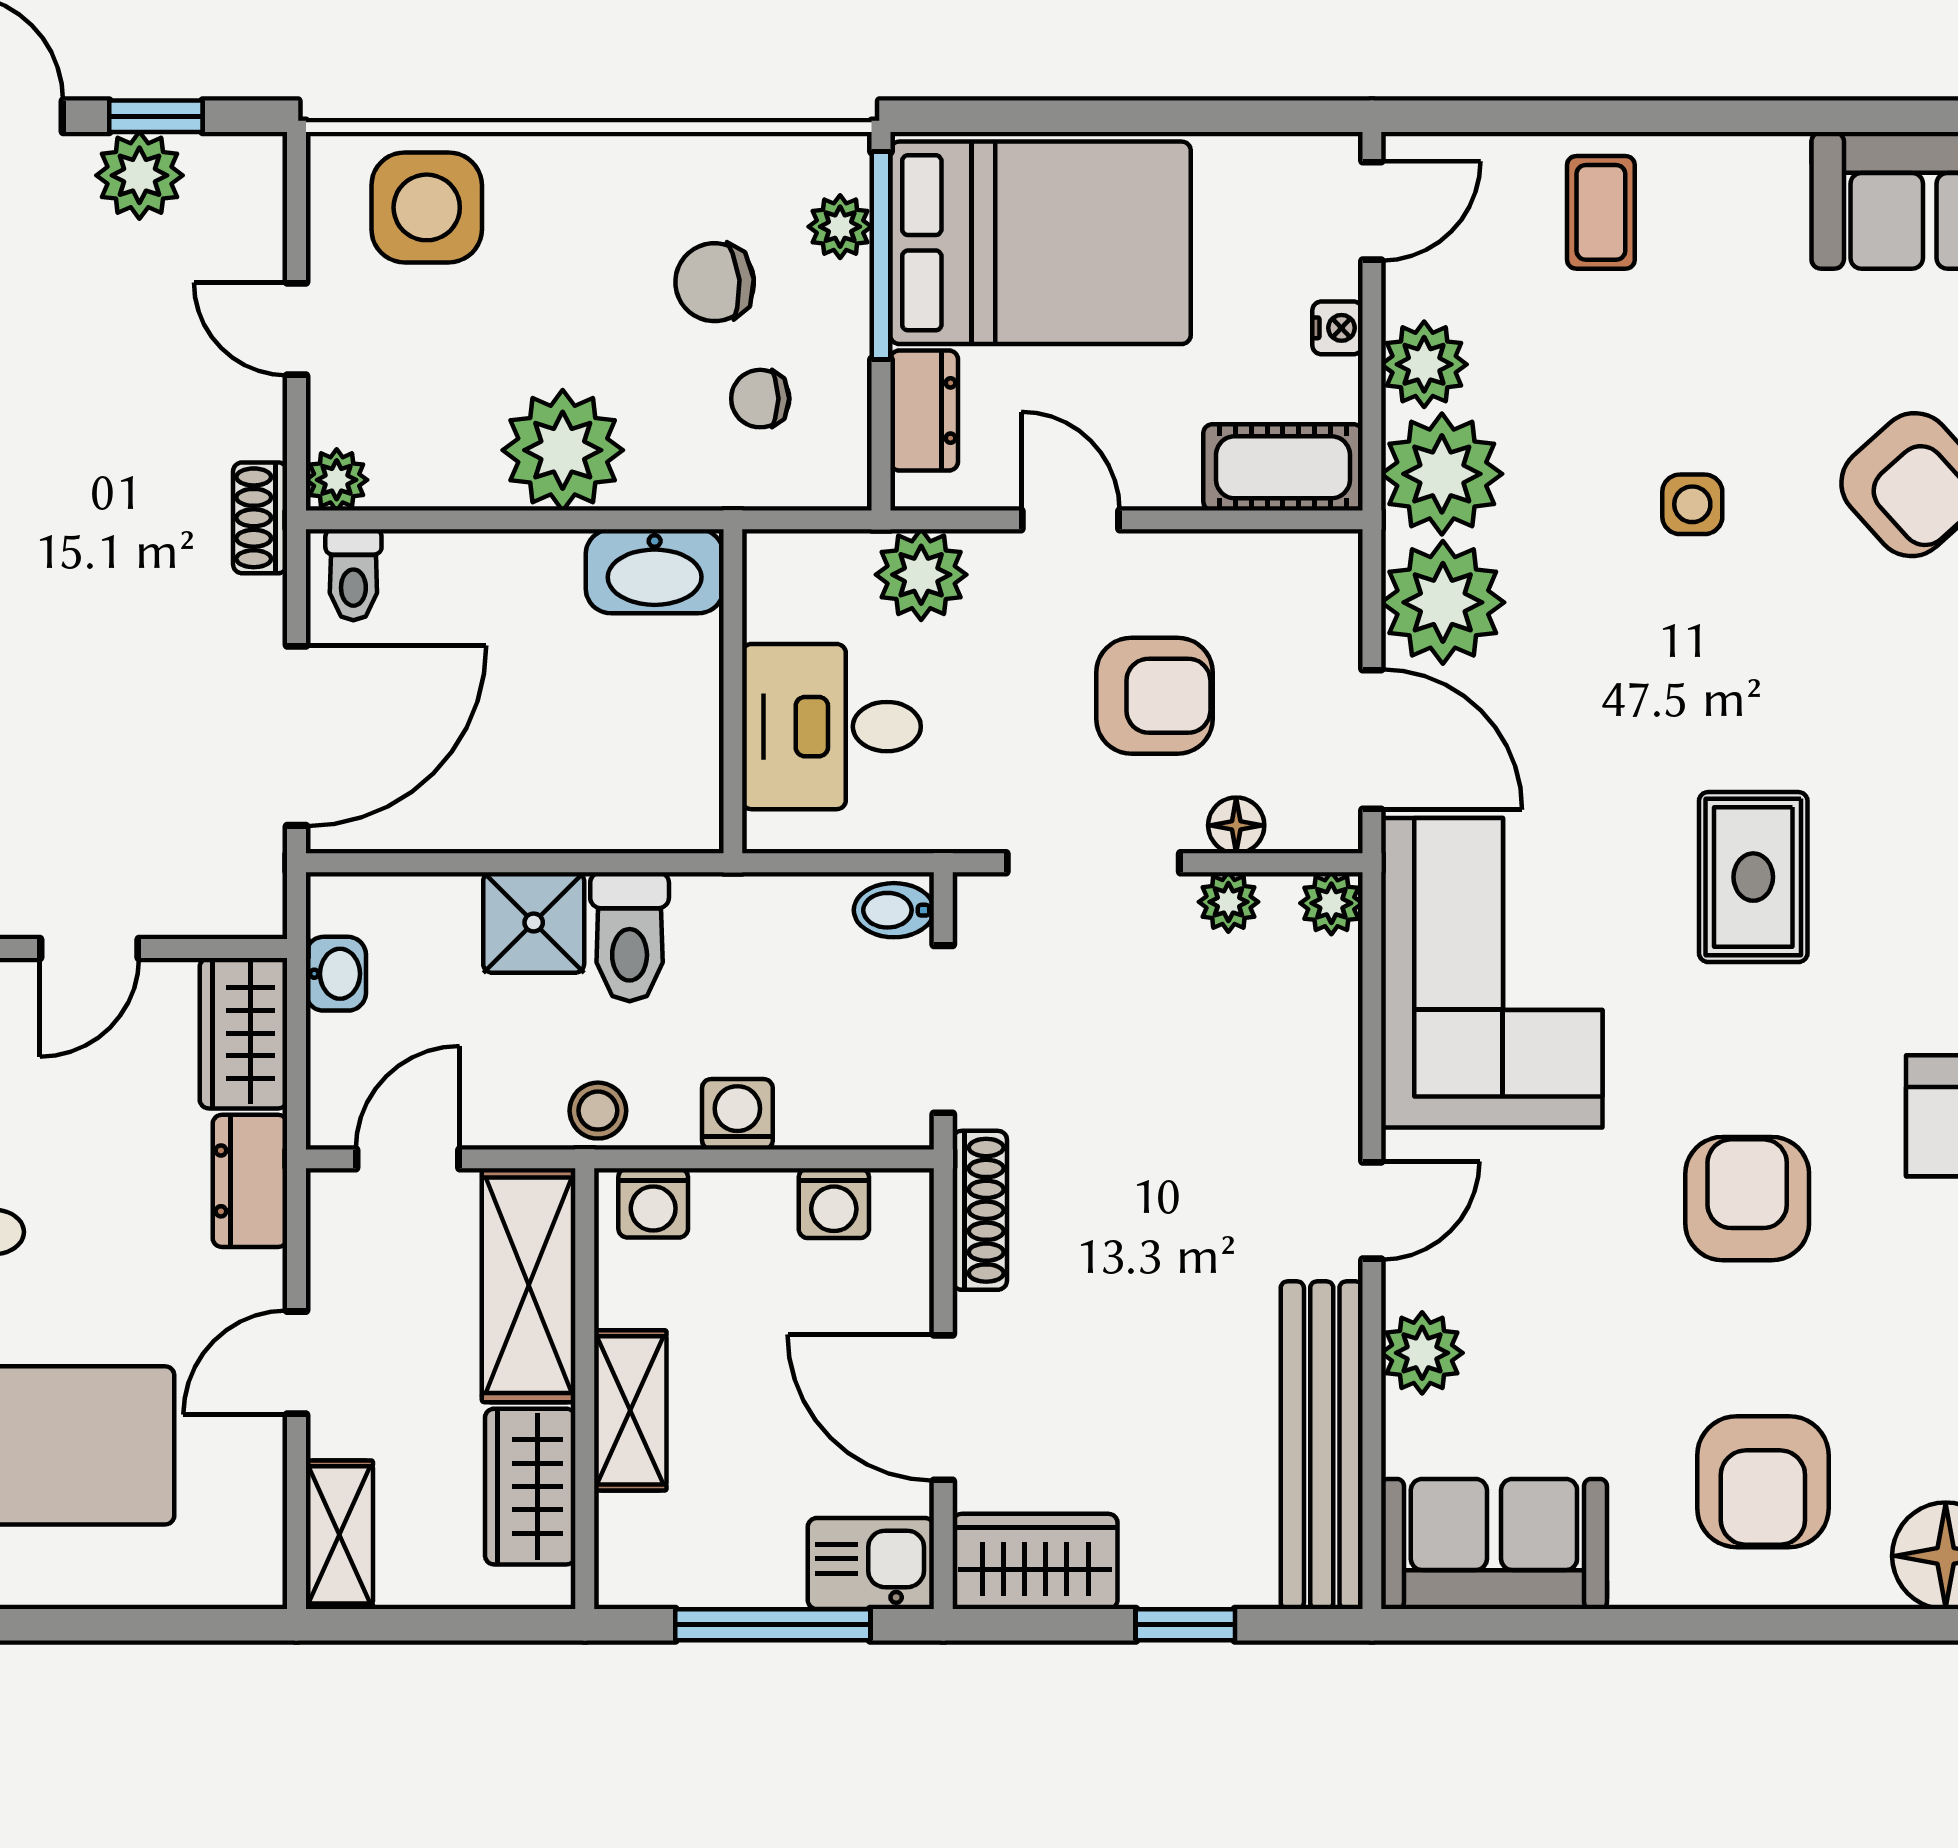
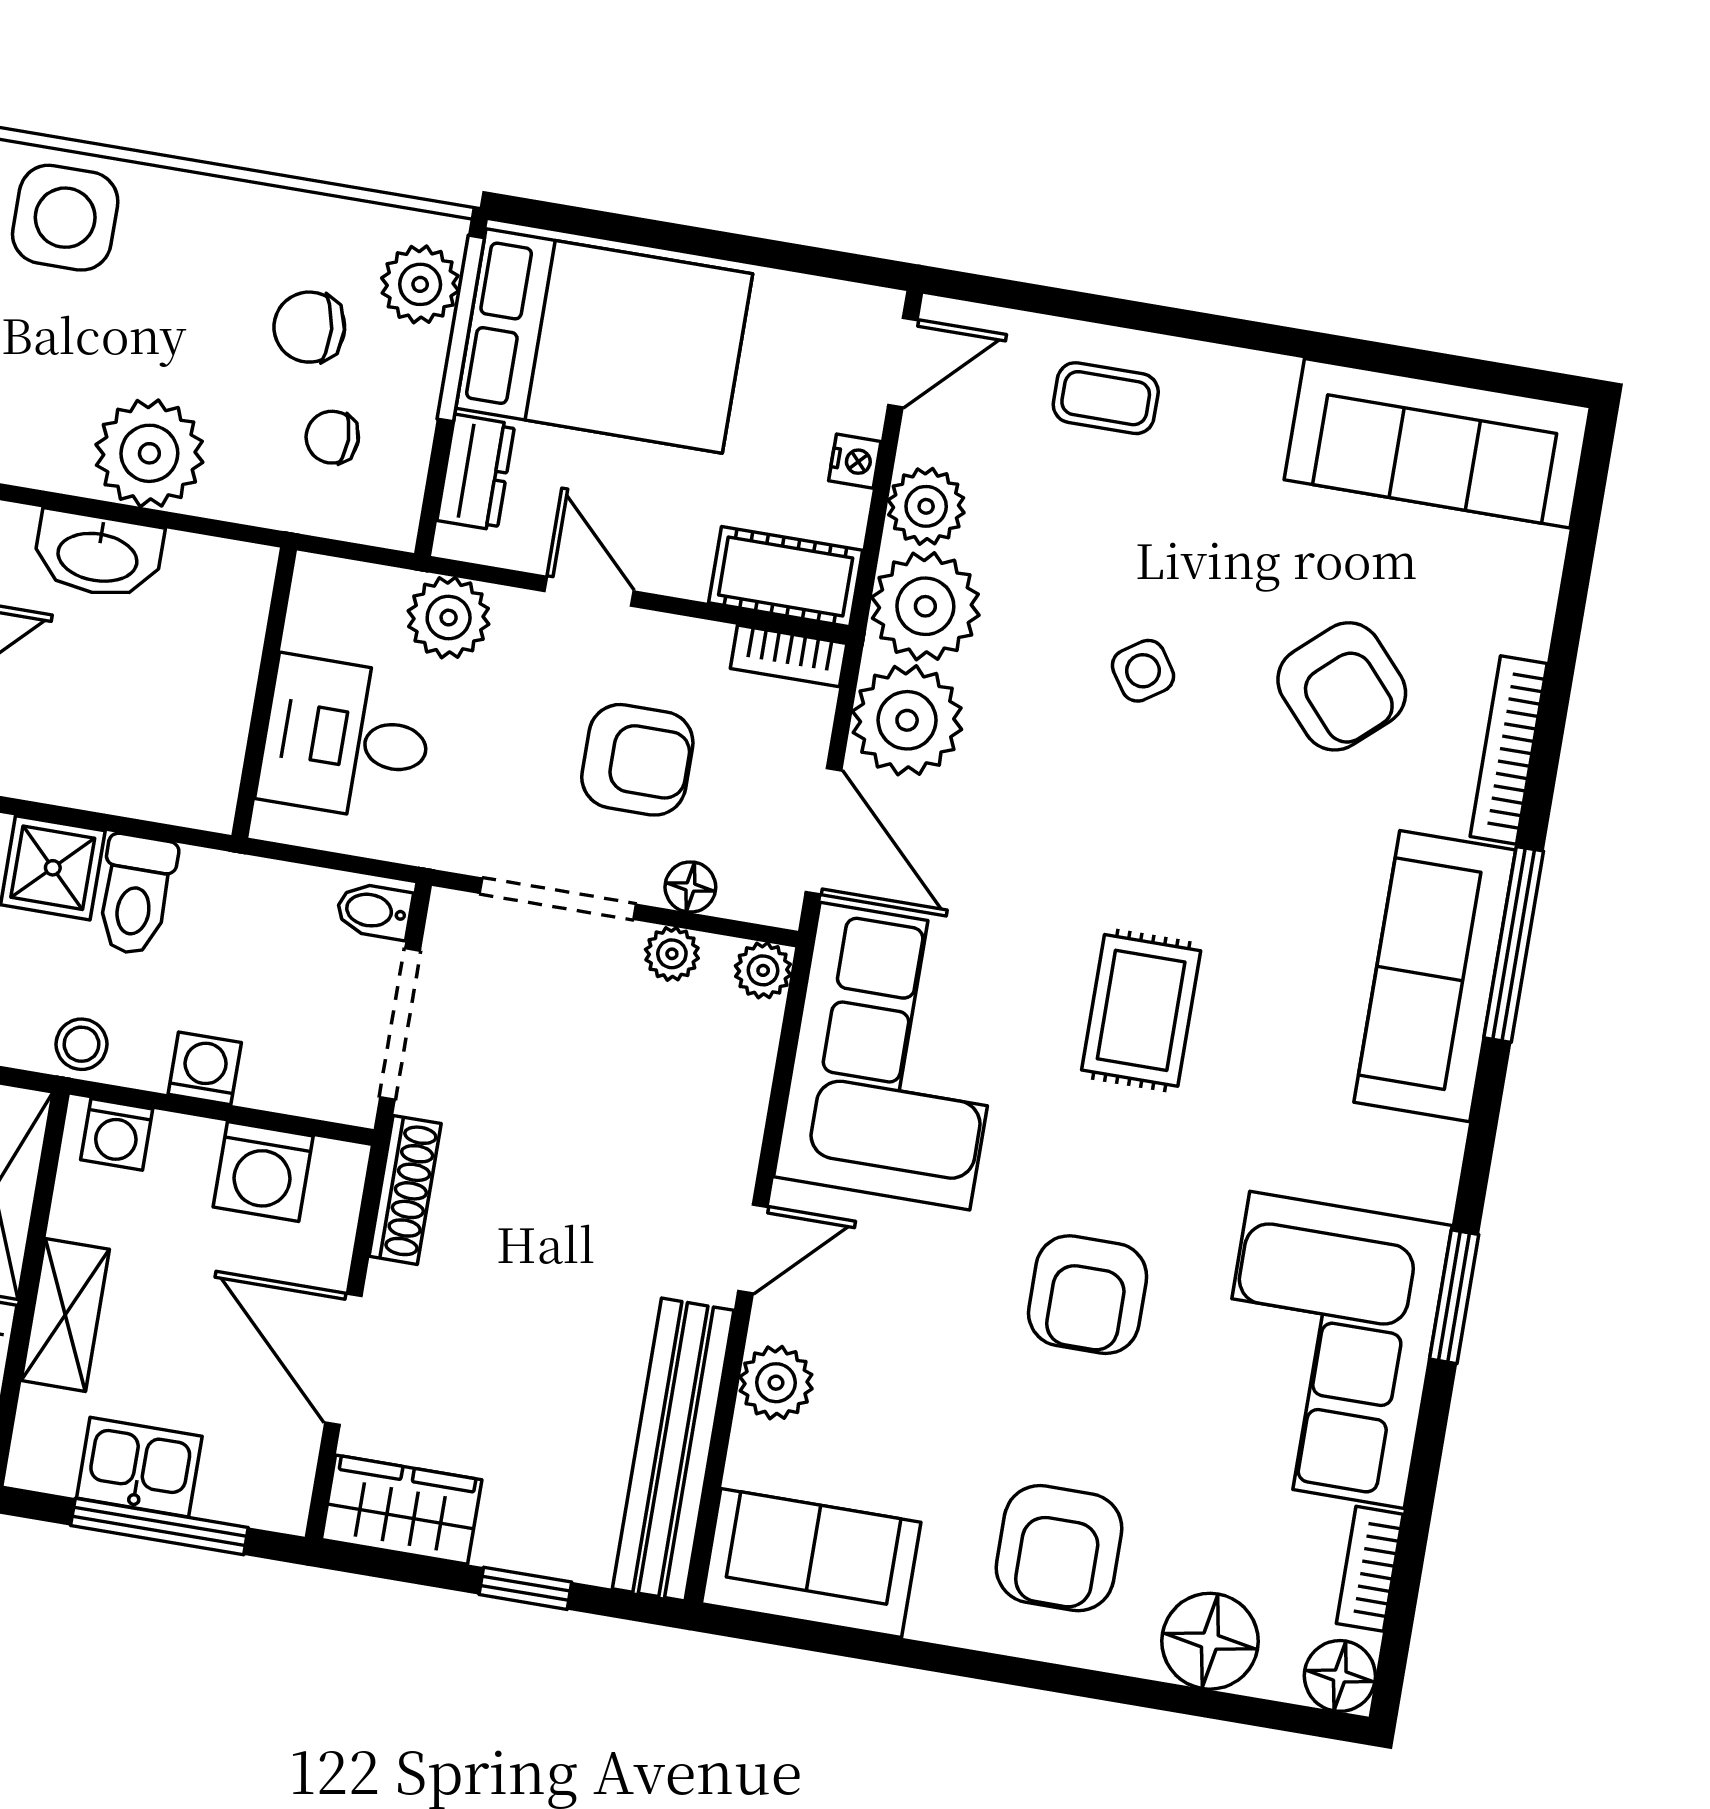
coffee table: (1601, 212) -> (1106, 398), turned 90
plant: (840, 227) -> (420, 284), width x1.38, depth x1.38
side table: (1692, 504) -> (1143, 671), turned -34
bookcase: (1301, 554) -> (789, 656), added
washbasin: (655, 571) -> (98, 555), moved
armchair: (1747, 1199) -> (1088, 1295), turned 180
washing machine: (834, 1203) -> (263, 1172), width x1.38, depth x1.38
kitchen sink: (871, 1564) -> (139, 1467), moved

